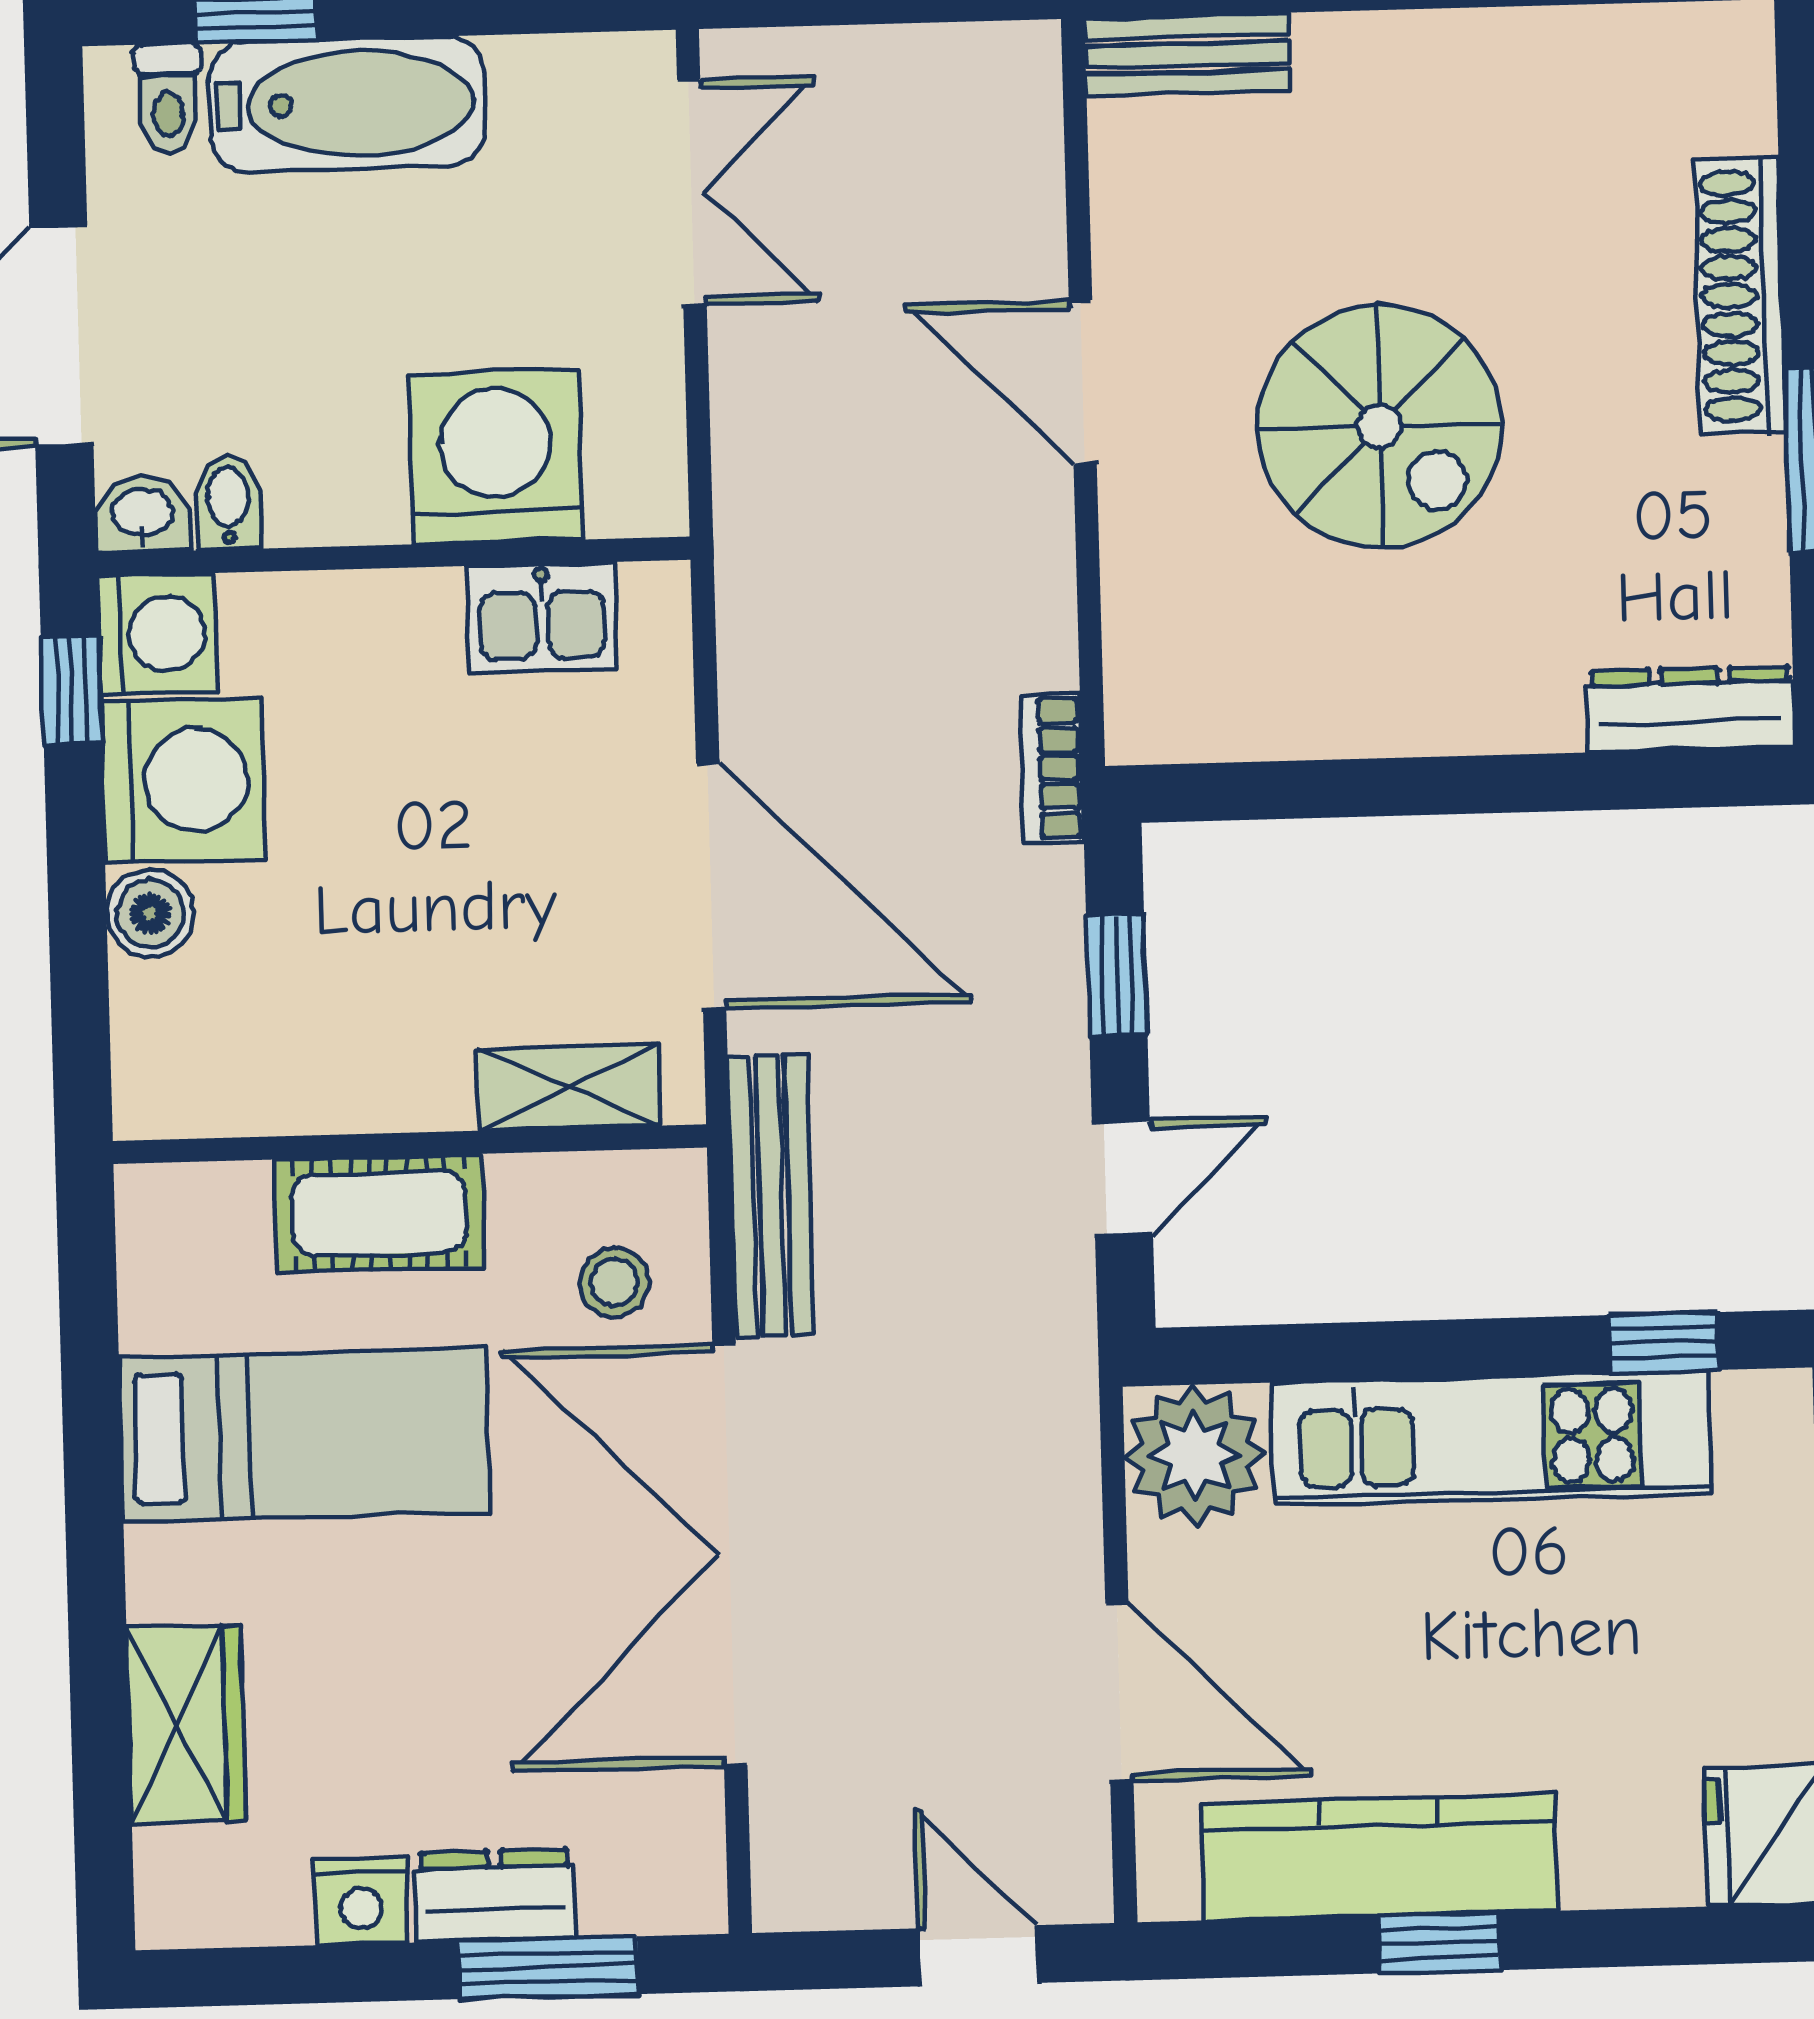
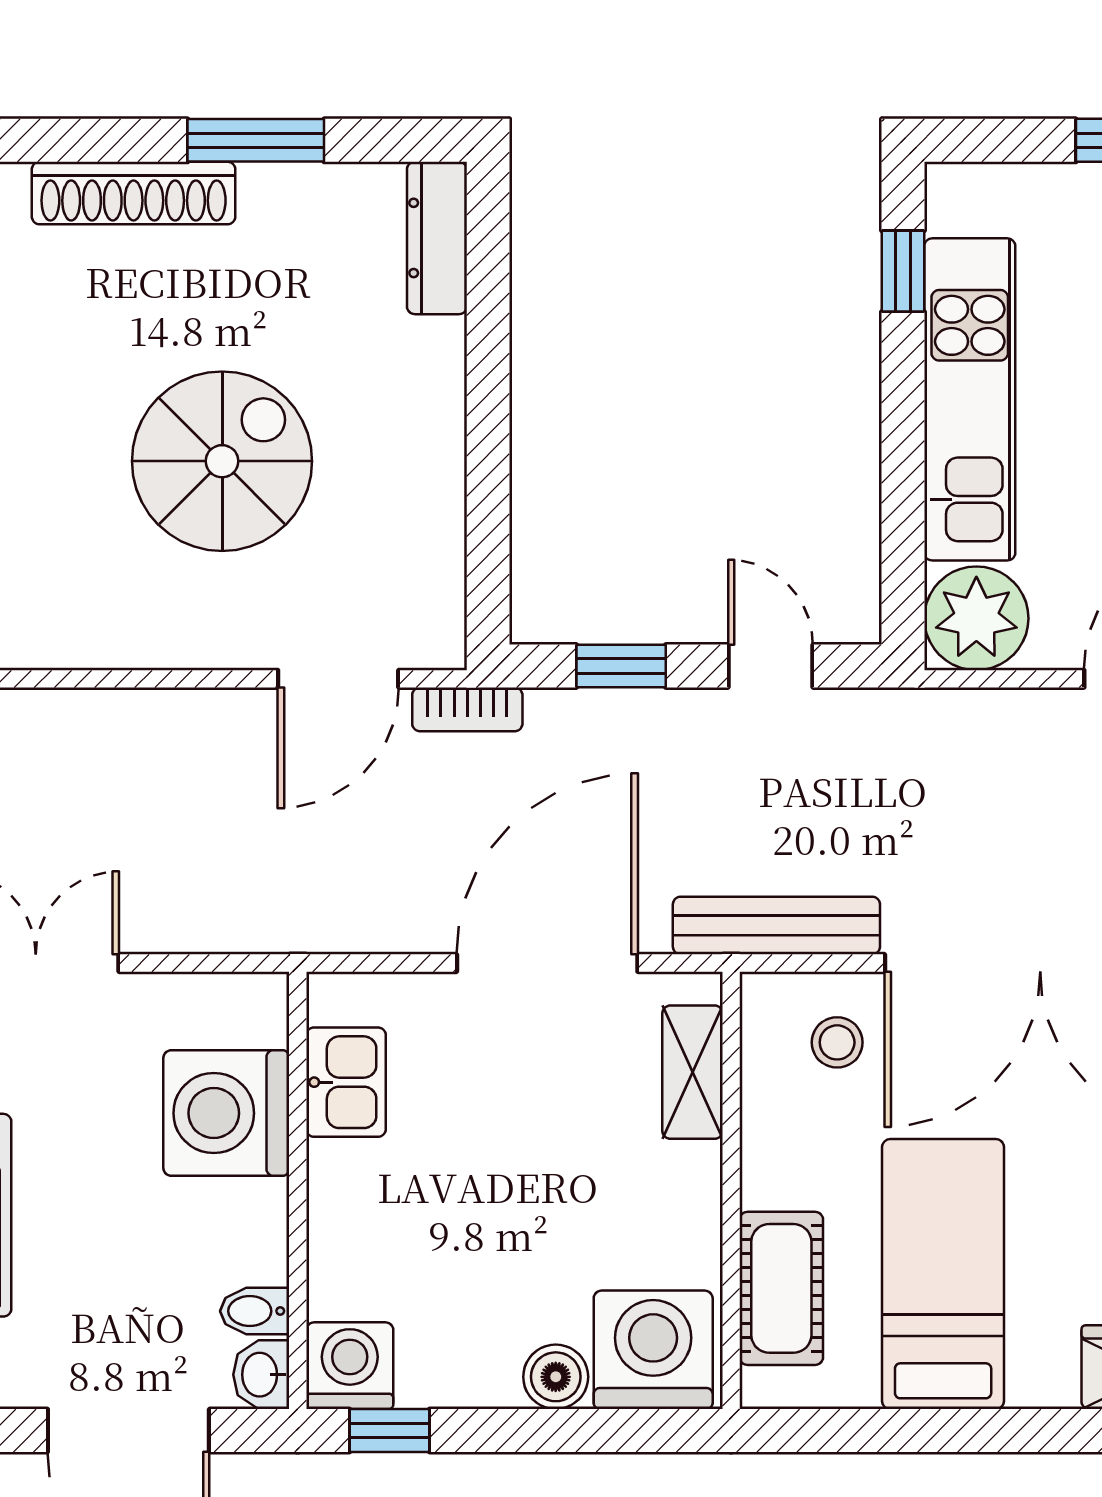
door: (1083, 382) -> (338, 679), moved
washing machine: (183, 780) -> (653, 1350), moved
cot: (379, 1213) -> (781, 1288), moved

